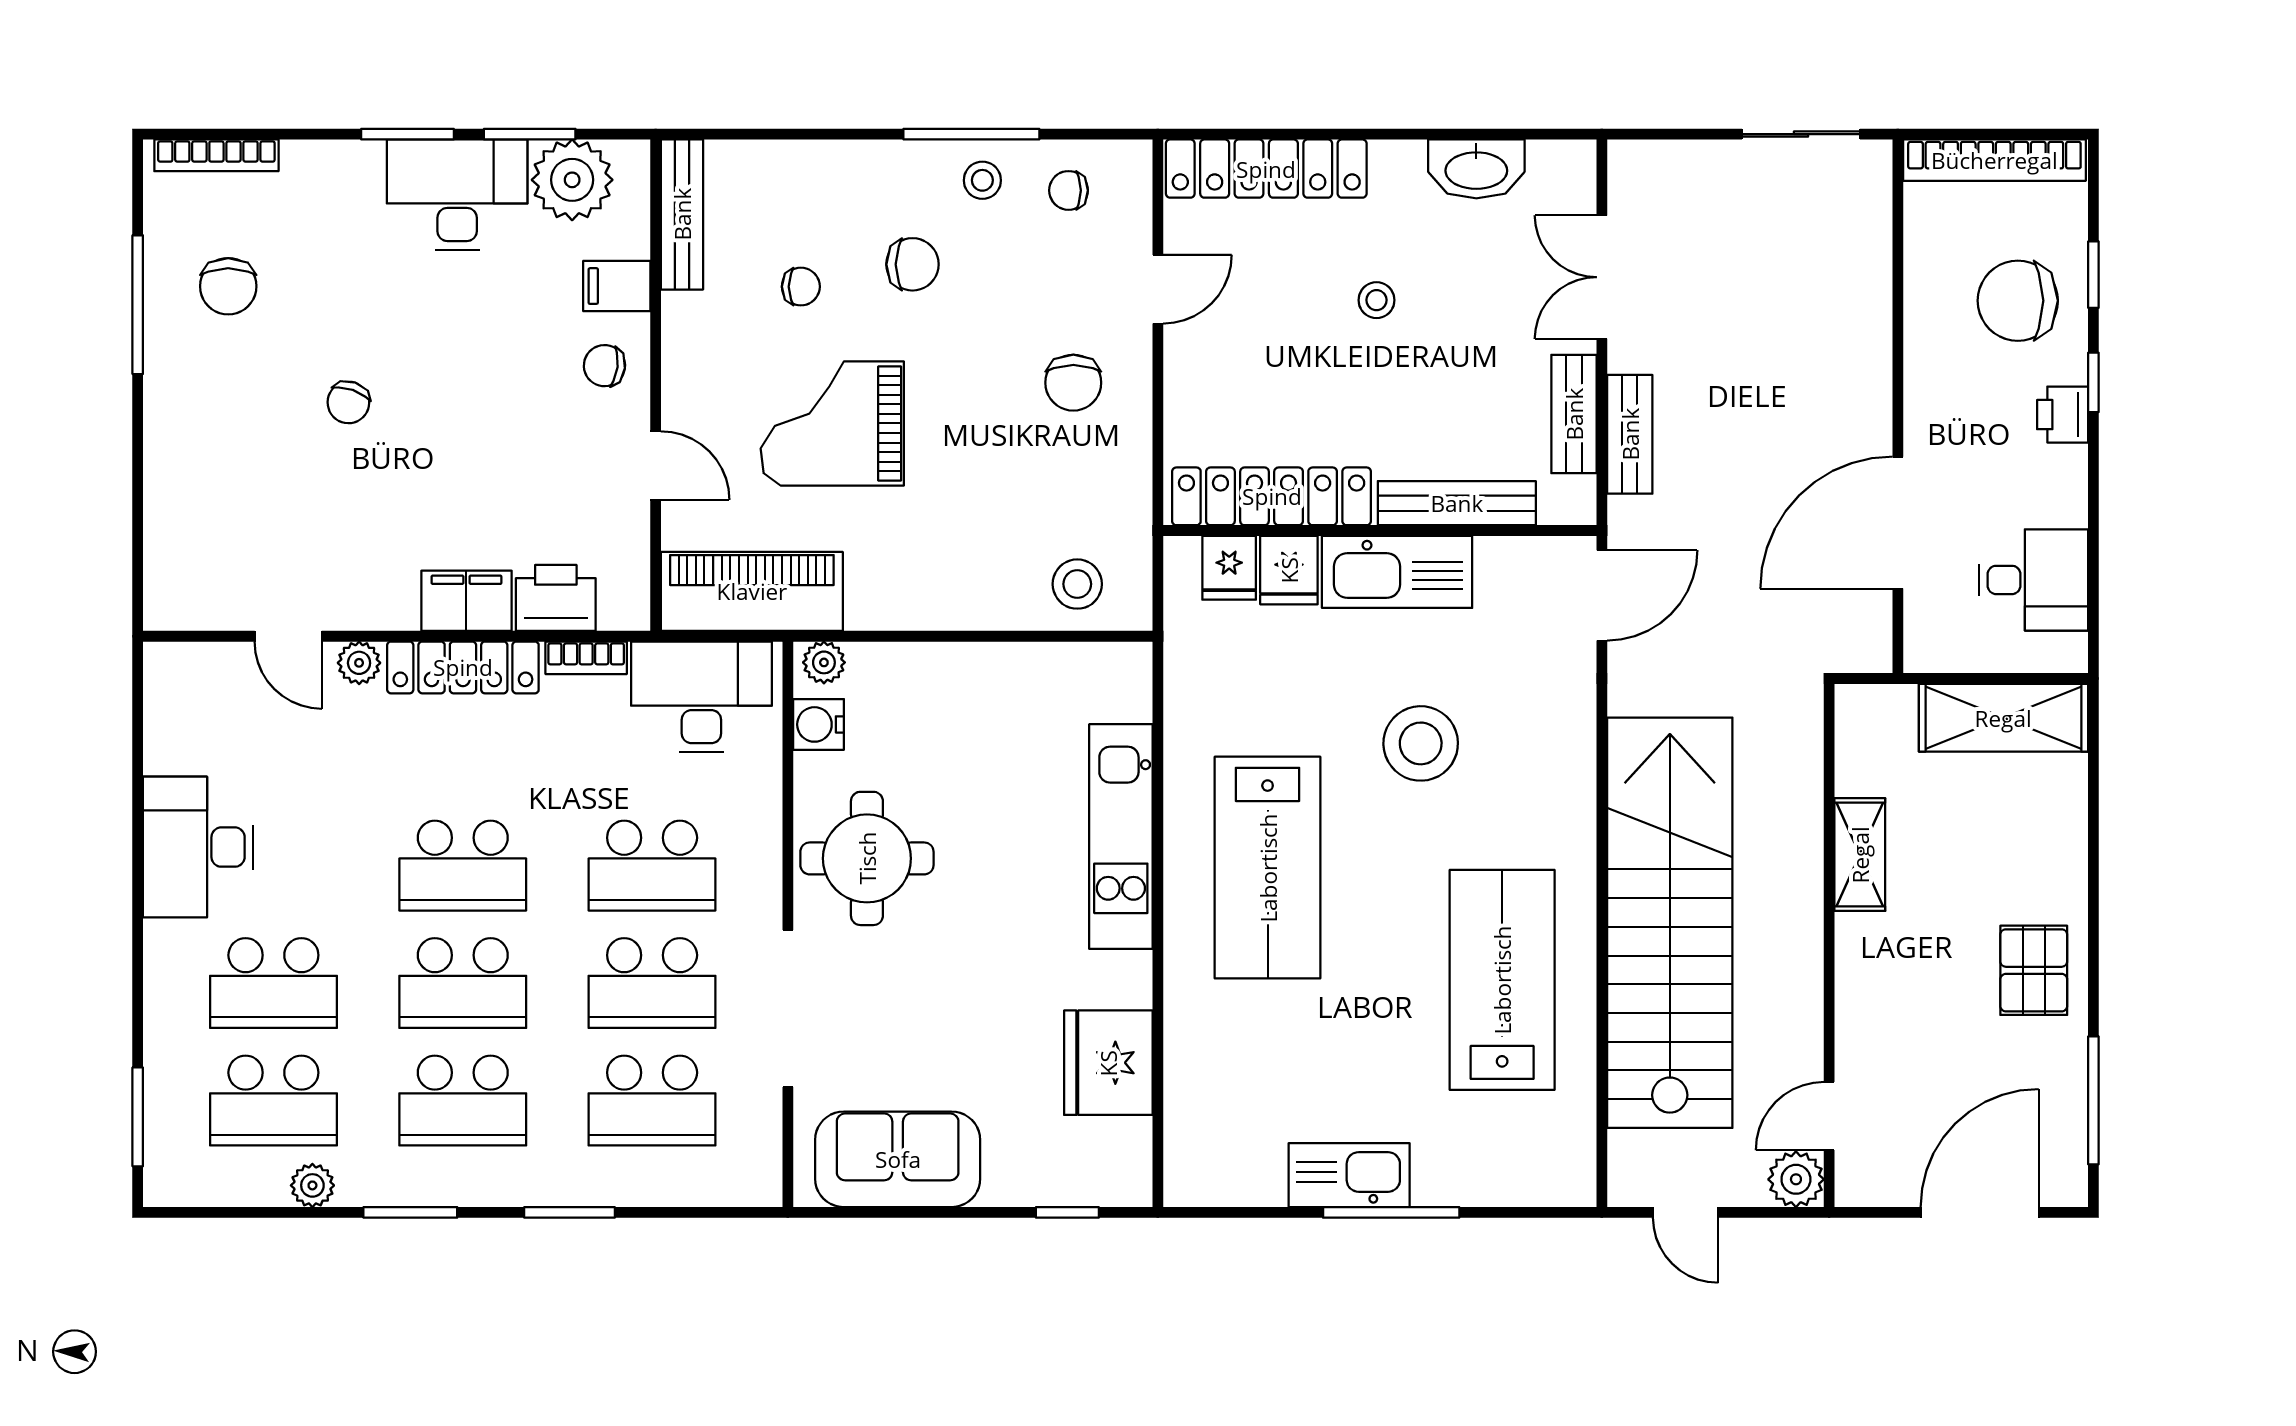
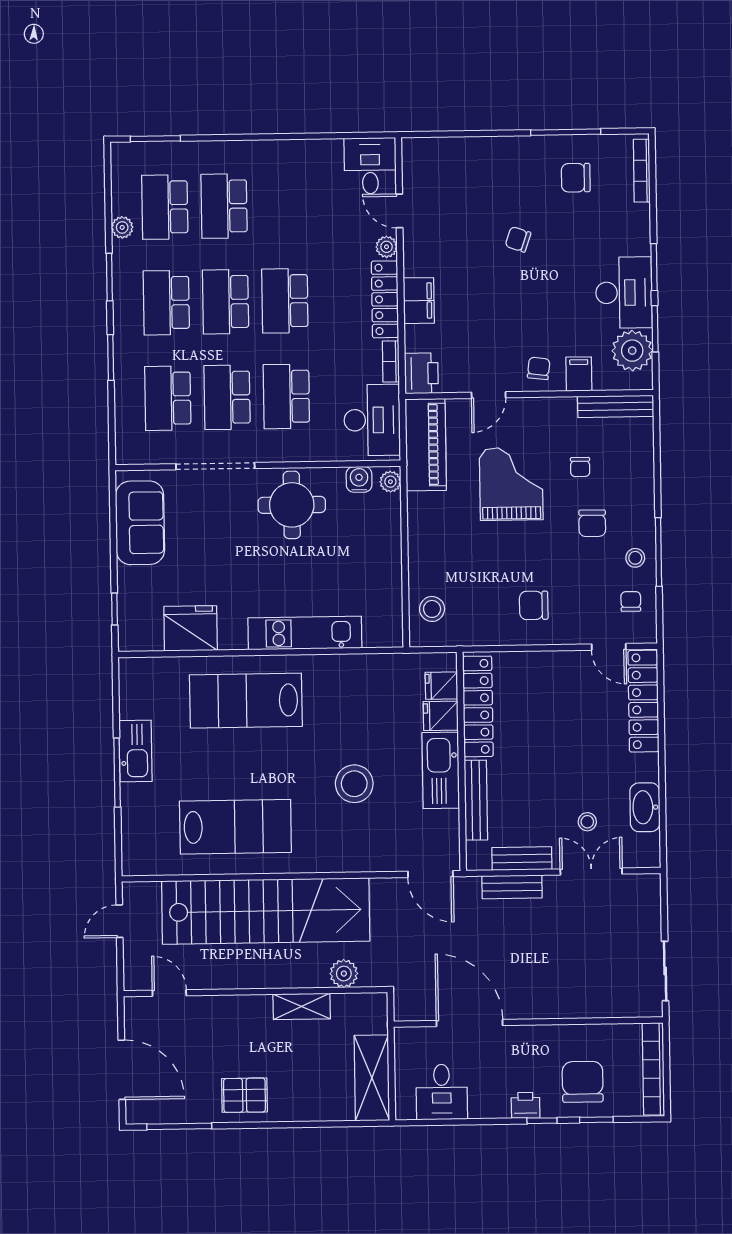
door: (1158, 289) -> (609, 647), moved
stool: (1377, 300) -> (587, 822), moved
printer: (556, 598) -> (421, 373), moved
door: (288, 636) -> (399, 211), hinge flipped
desk: (198, 847) -> (370, 166), moved, width x0.73
lab bench: (1268, 868) -> (246, 701), moved
plant: (1796, 1179) -> (344, 974), moved

